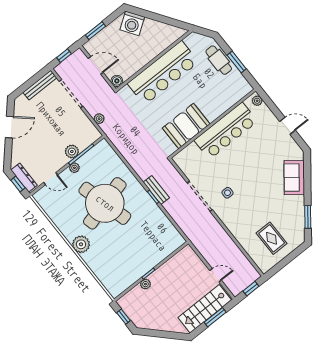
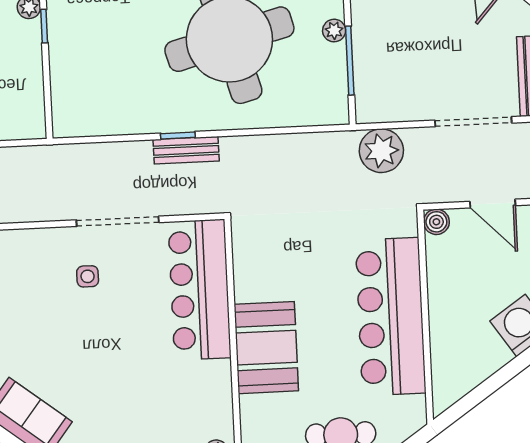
door: (96, 65) -> (493, 204), hinge flipped
plant: (99, 119) -> (381, 151), width x1.87, depth x1.87
booth: (186, 126) -> (266, 348), moved
bar counter: (226, 131) -> (200, 290), moved
plant: (72, 152) -> (367, 47), removed

